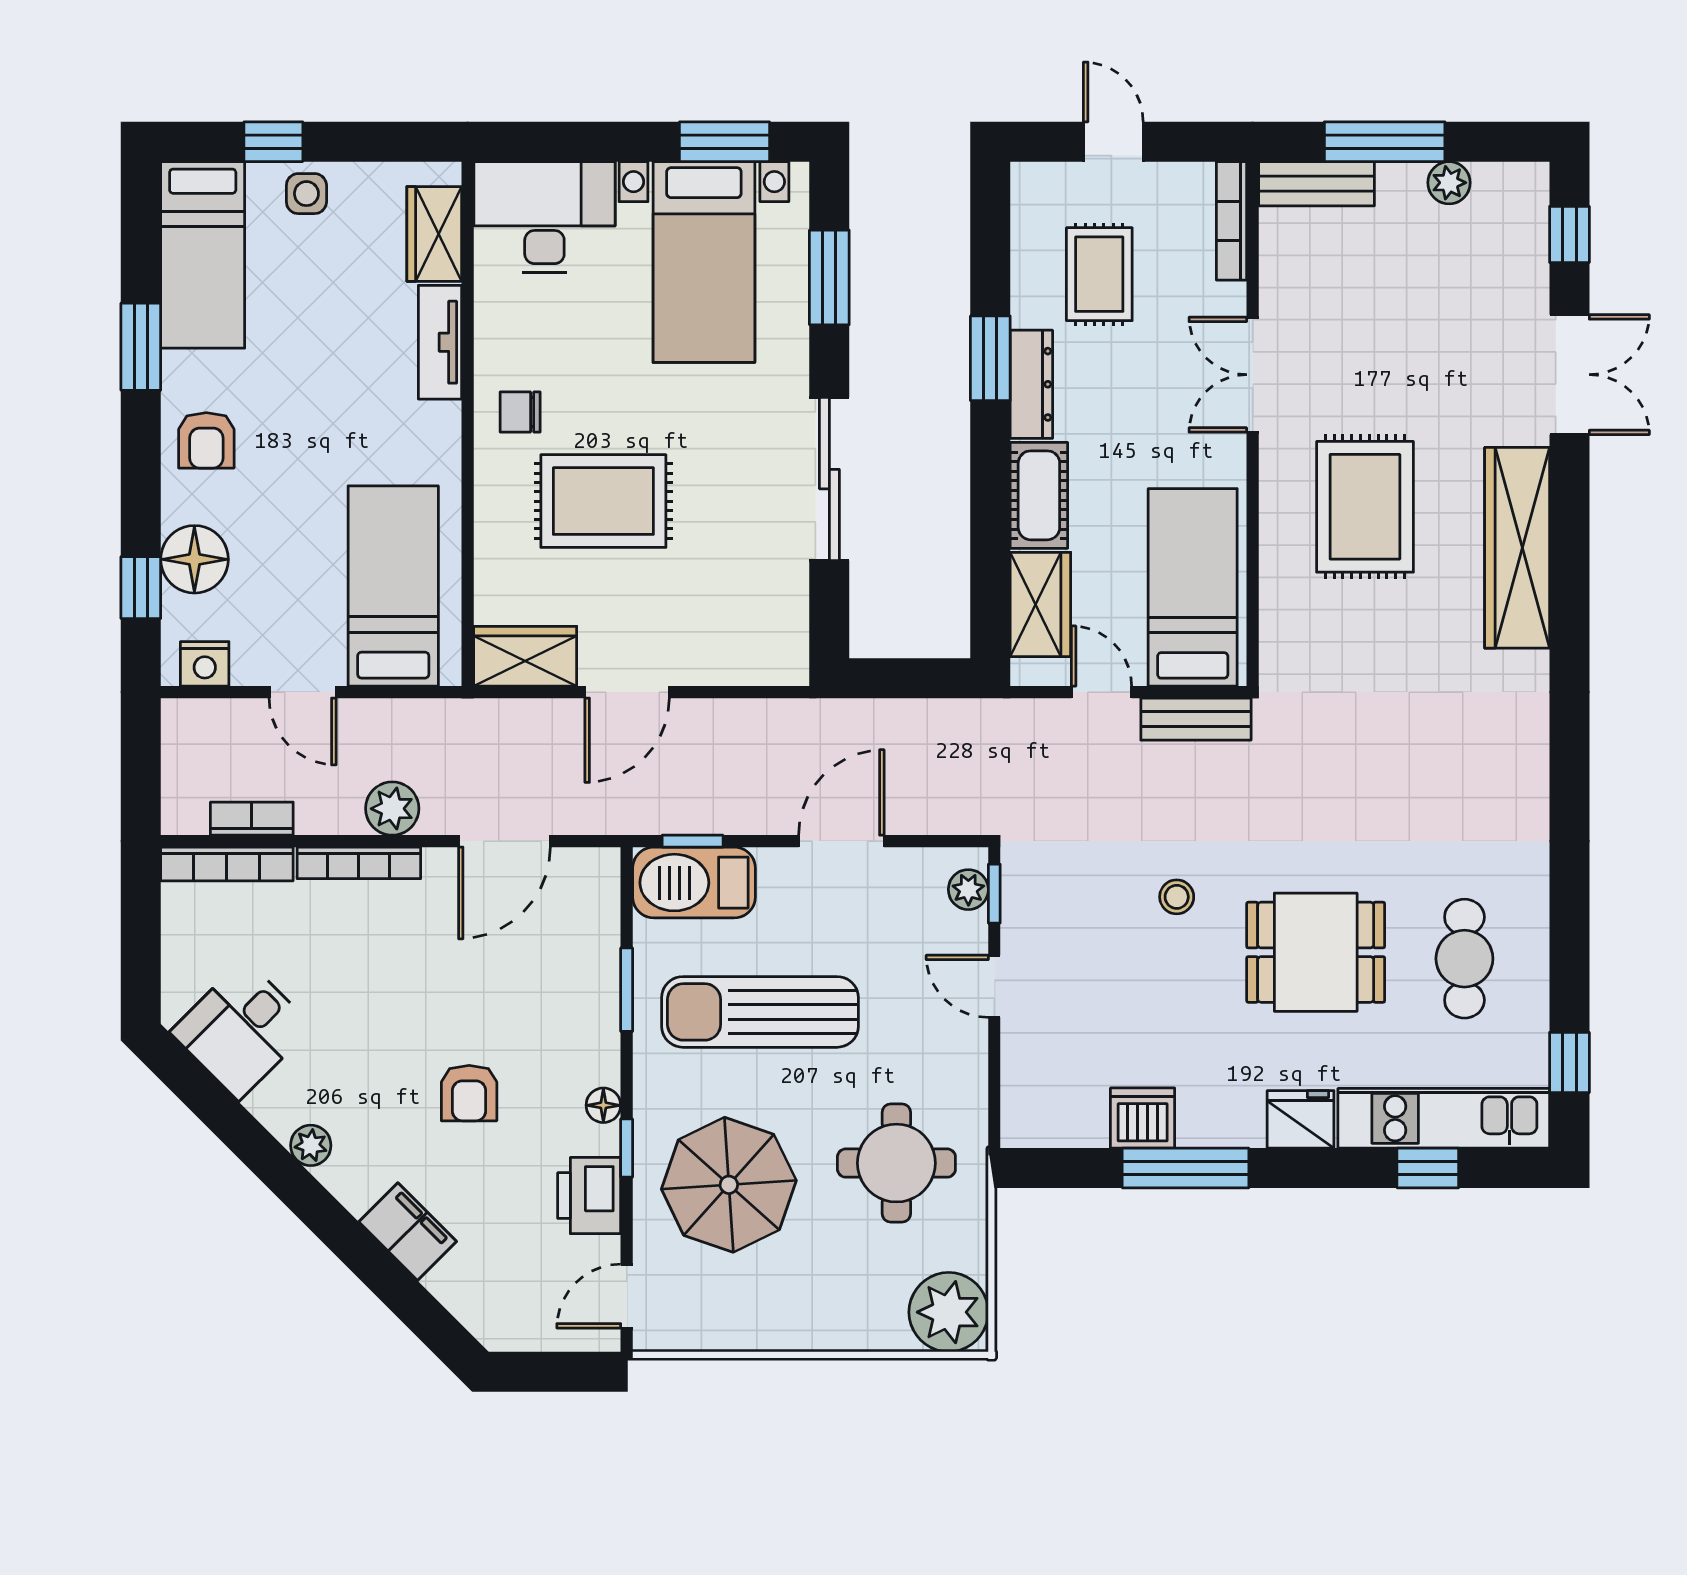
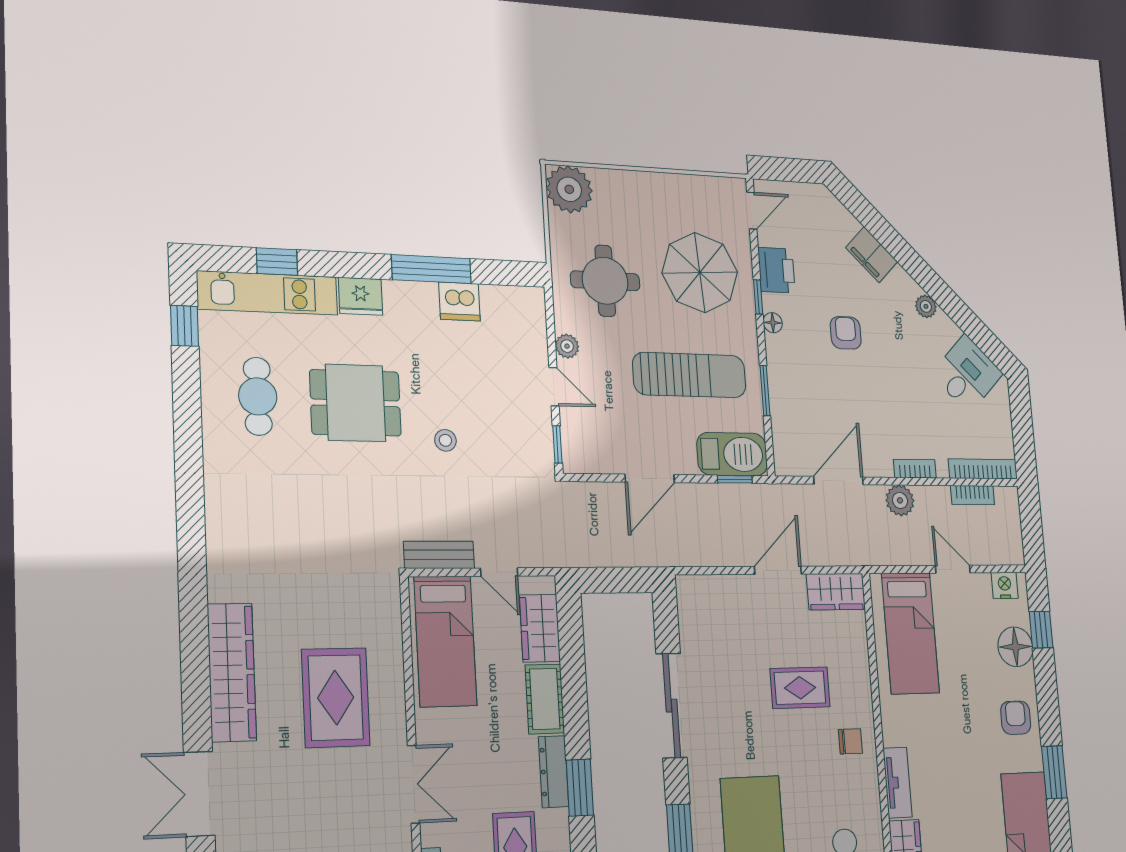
rug: (603, 501) -> (800, 688), width x0.73, depth x0.70
bookcase: (359, 863) -> (915, 469), width x0.64
plant: (968, 890) -> (567, 346), moved

